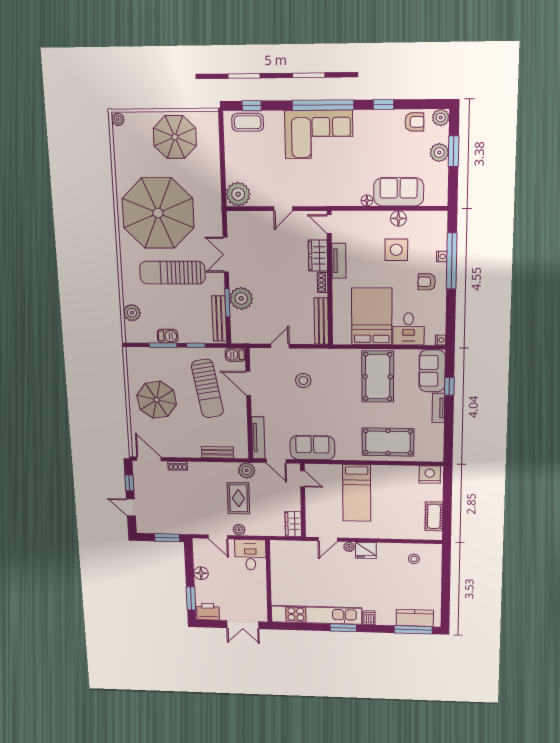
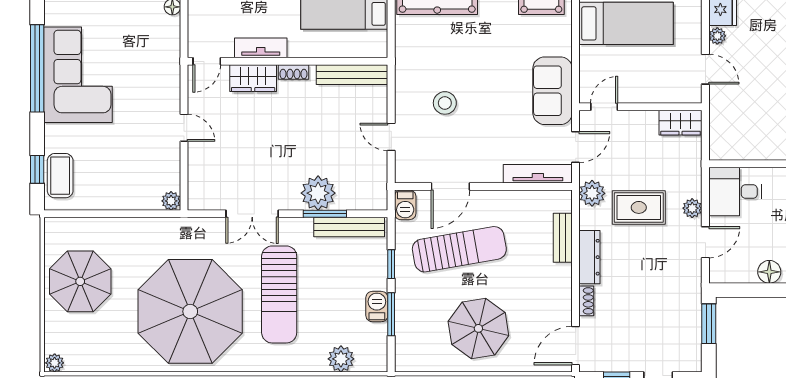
plant: (238, 194) -> (171, 201), width x0.53, depth x0.53
dresser: (206, 468) -> (589, 257), added

